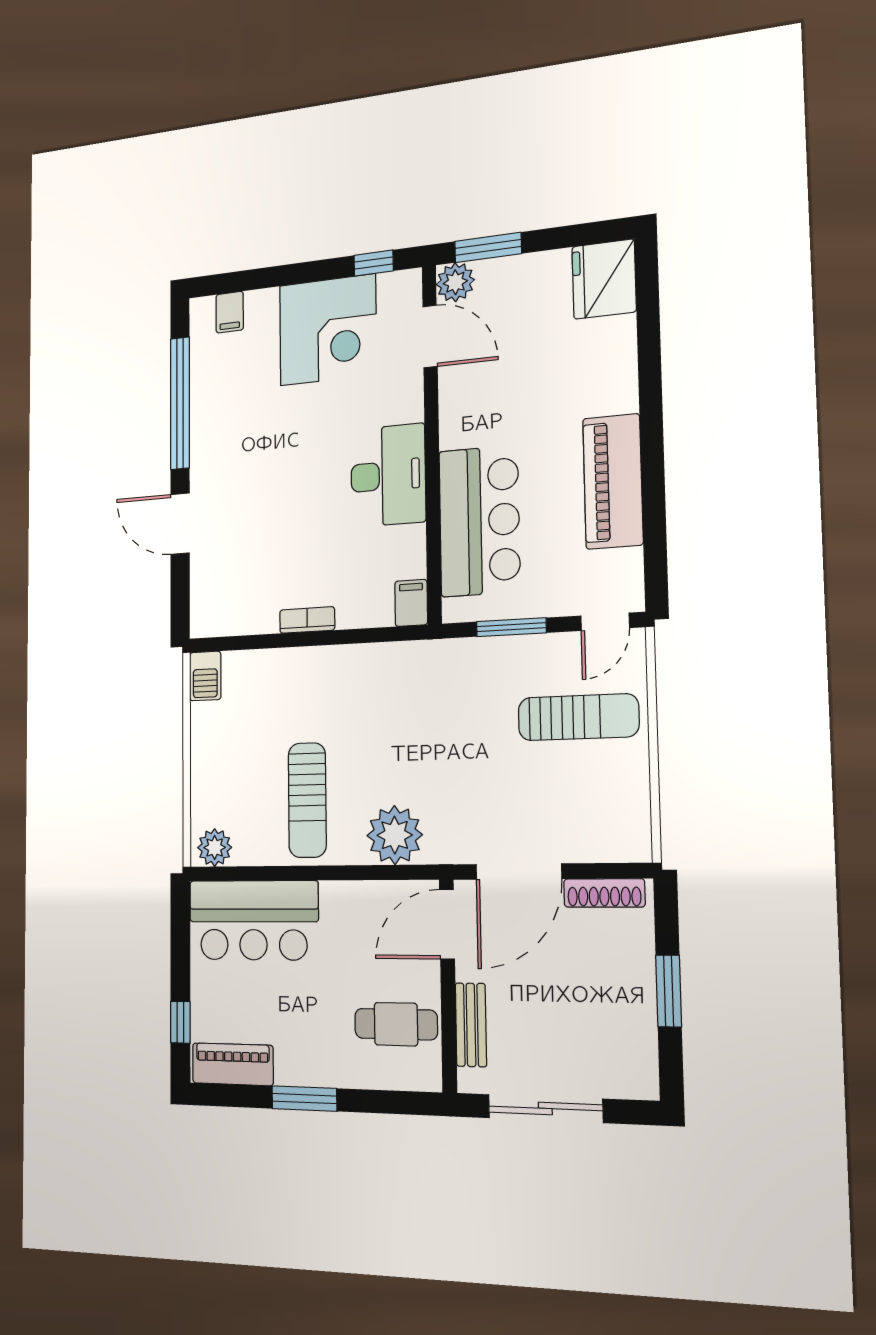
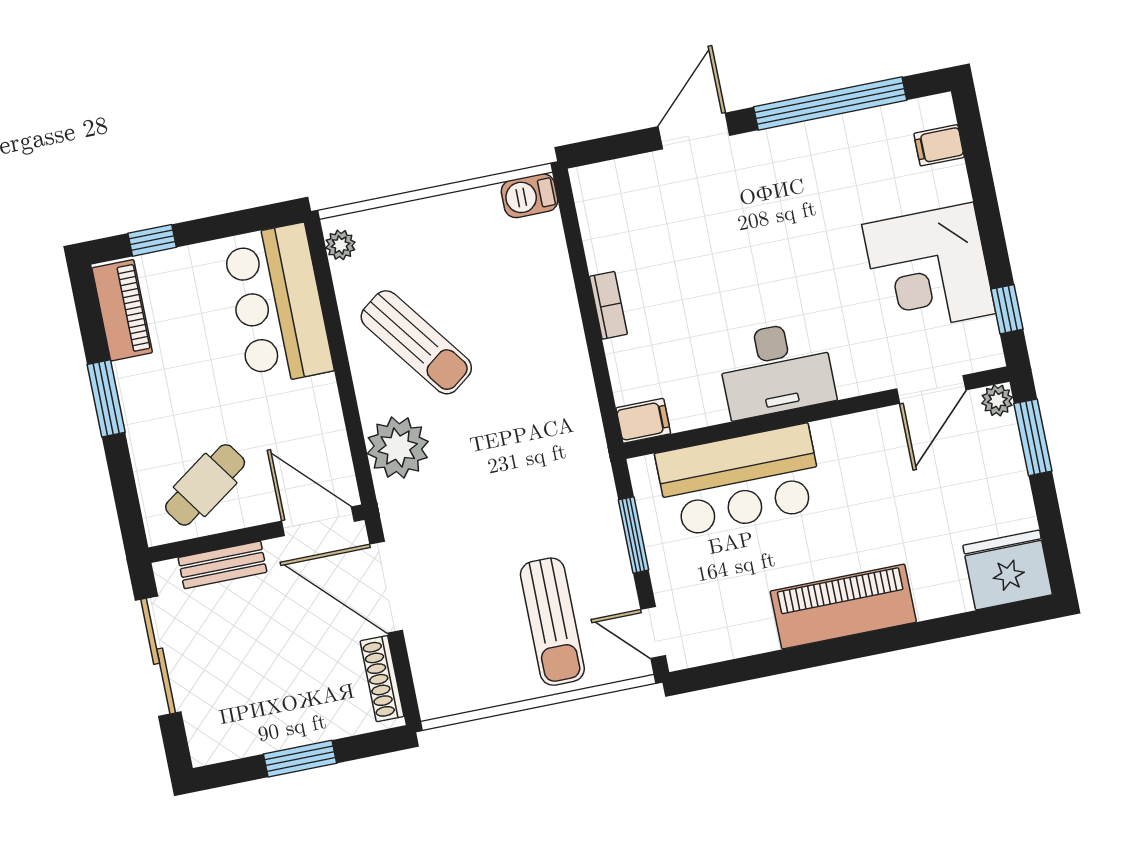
plant: (455, 282) -> (997, 400), width x0.73, depth x0.73
piano: (613, 481) -> (843, 607), moved
sun lounger: (307, 800) -> (416, 342), turned -127
plant: (215, 848) -> (340, 245), width x0.73, depth x0.73
cafe table: (396, 1024) -> (205, 485), turned 55

